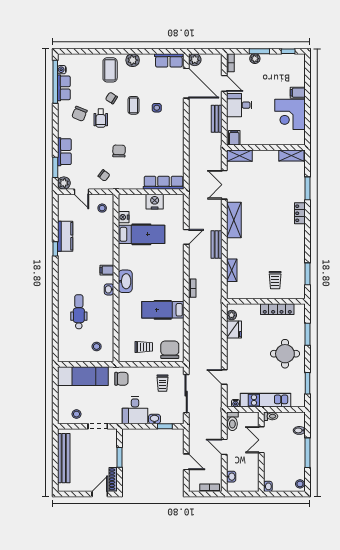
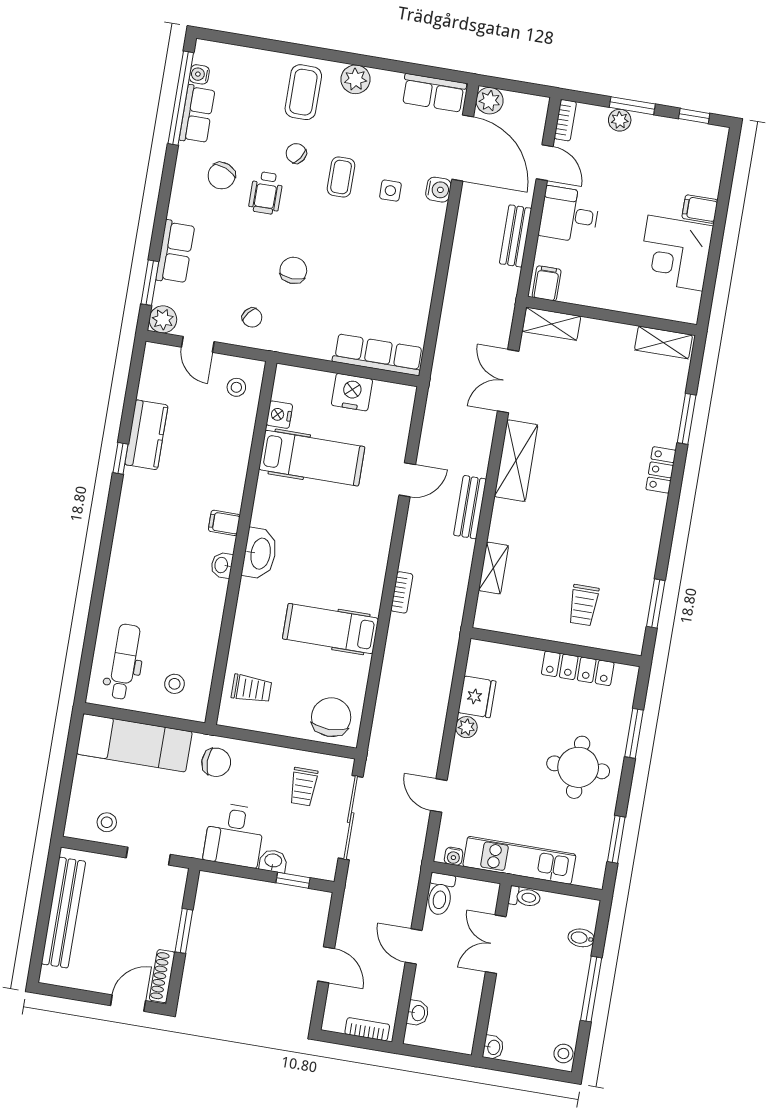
water cooler: (178, 104) -> (438, 190), added
dental chair: (79, 312) -> (124, 662), moved
plant: (232, 315) -> (466, 727), moved
trolley: (144, 347) -> (251, 689), moved

